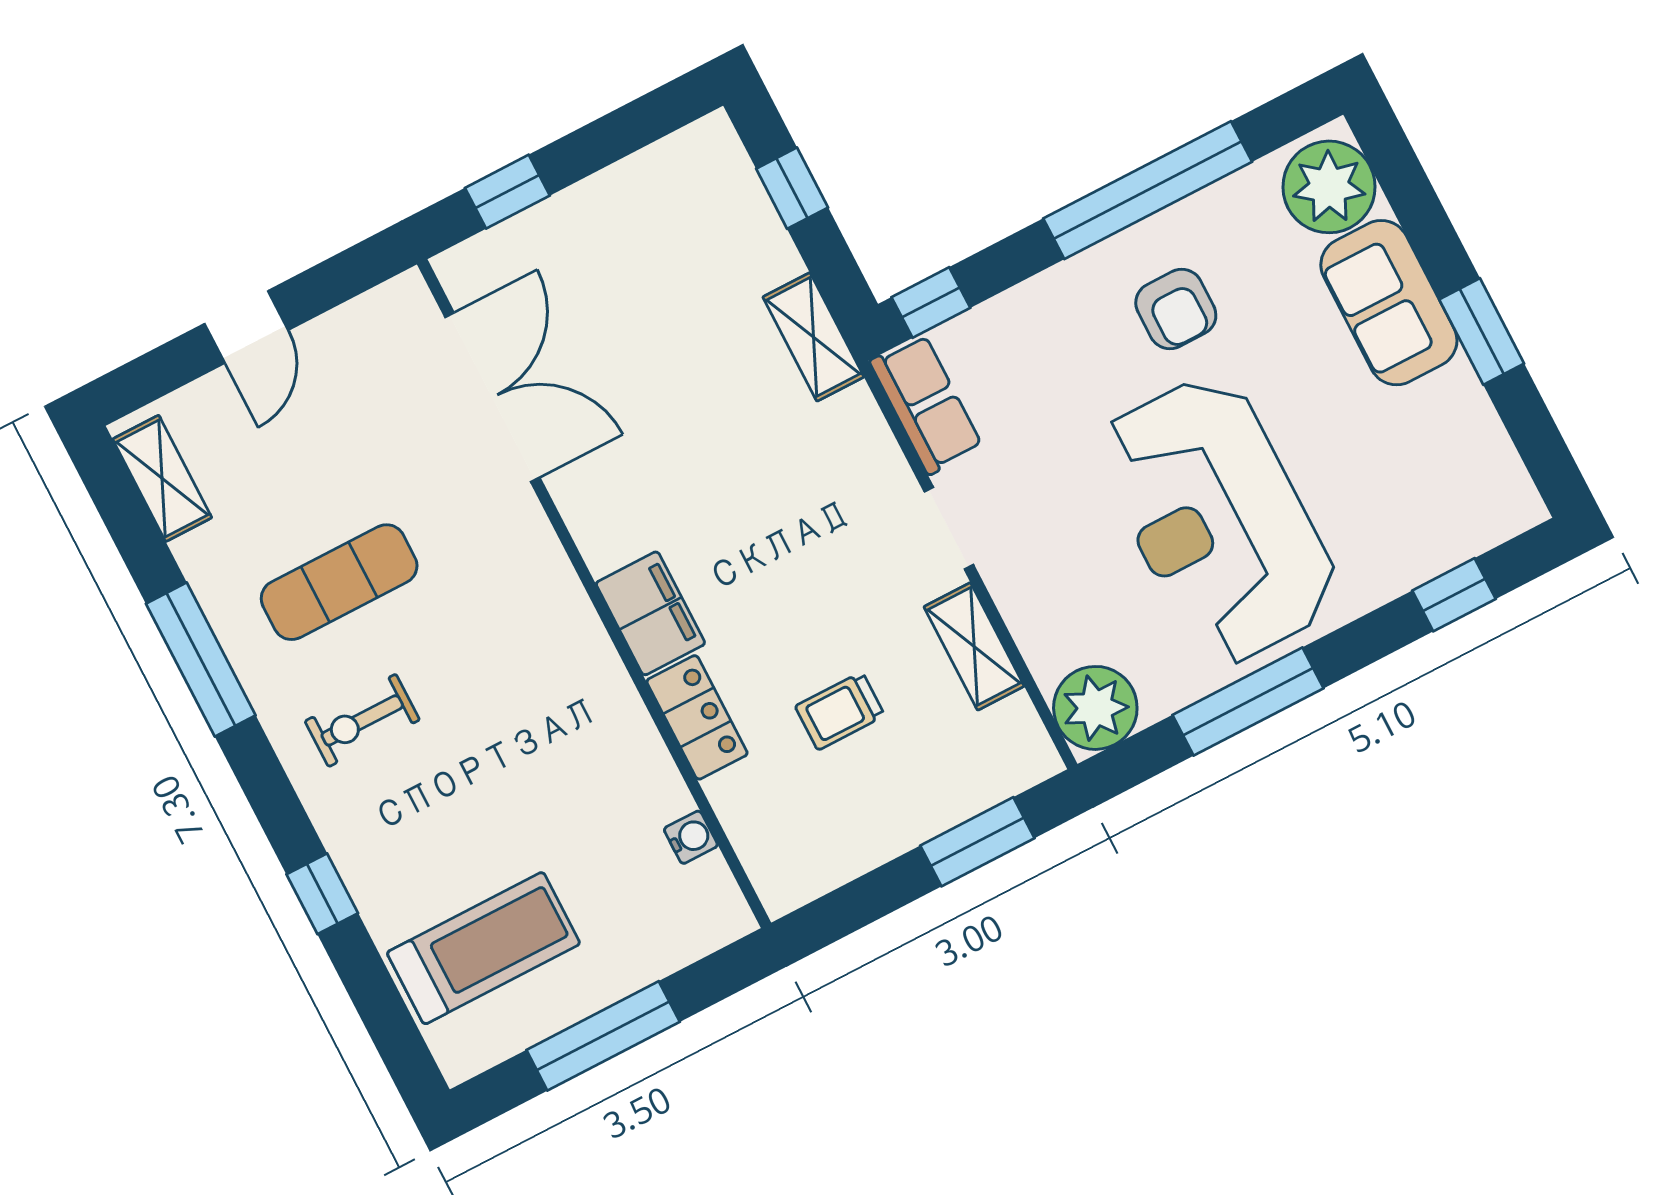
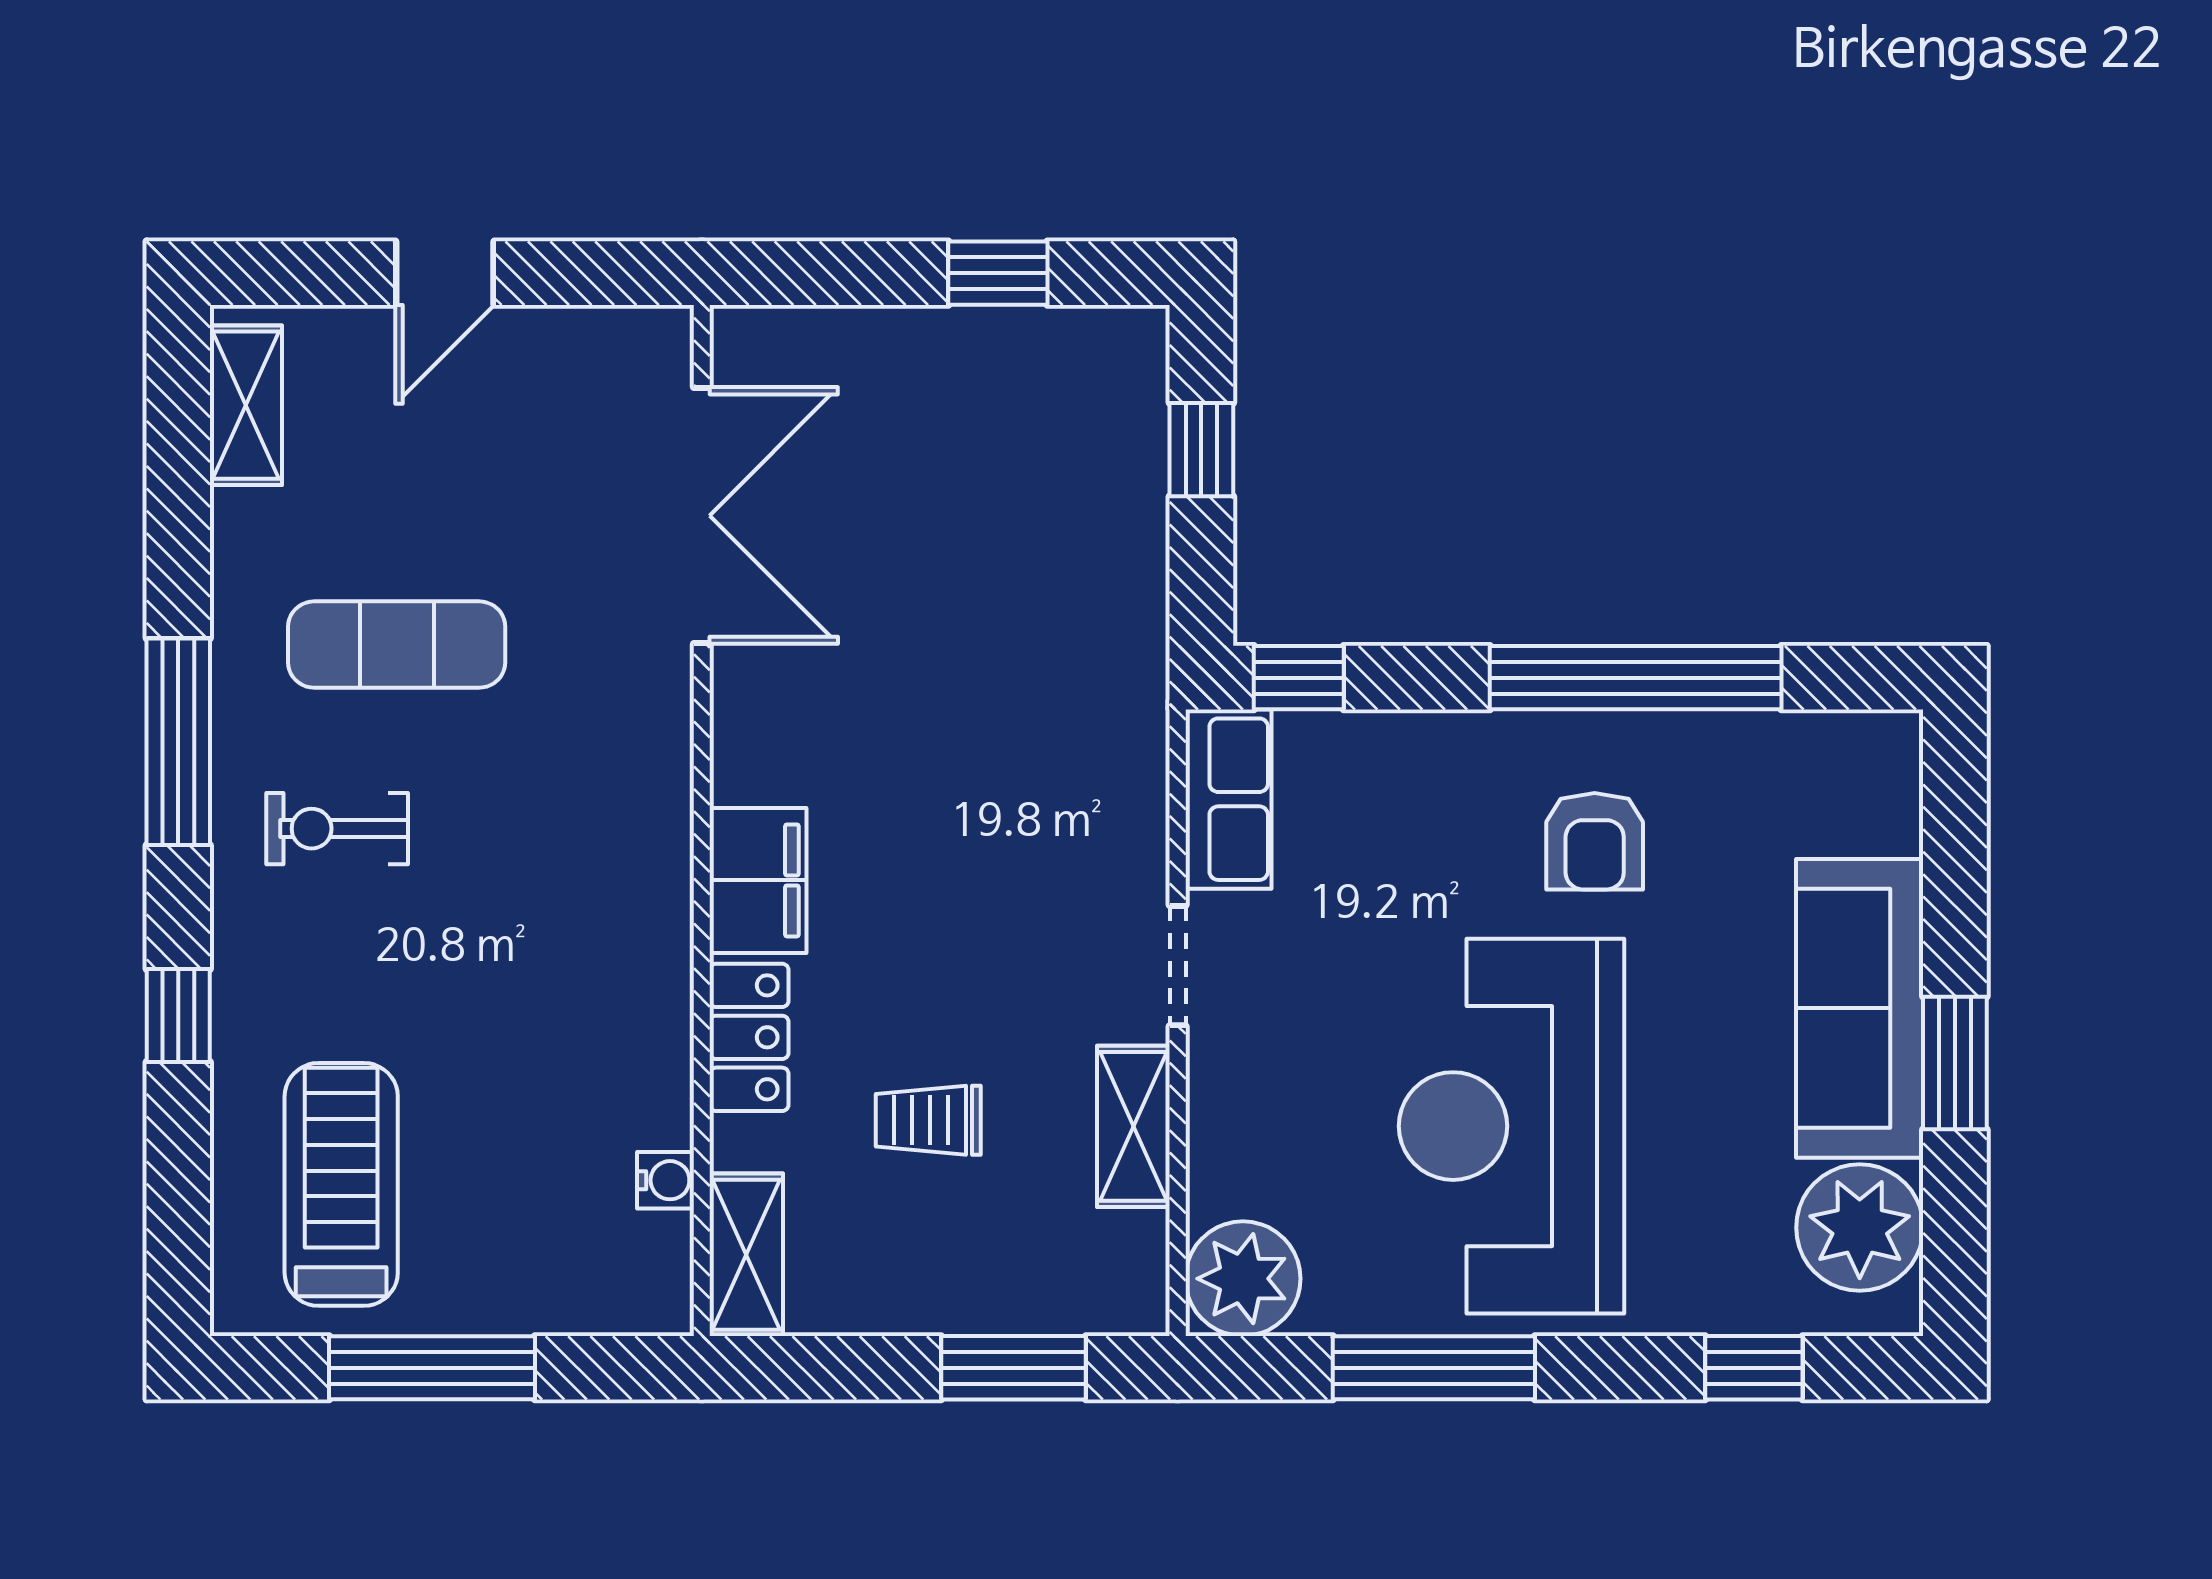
plant: (1329, 187) -> (1860, 1228), moved
window: (507, 192) -> (998, 273), moved
sofa: (1389, 303) -> (1860, 1008), width x1.36
shelving: (813, 337) -> (746, 1255), moved
window: (201, 659) -> (178, 742), moved
treadmill: (483, 948) -> (341, 1184), turned -90

